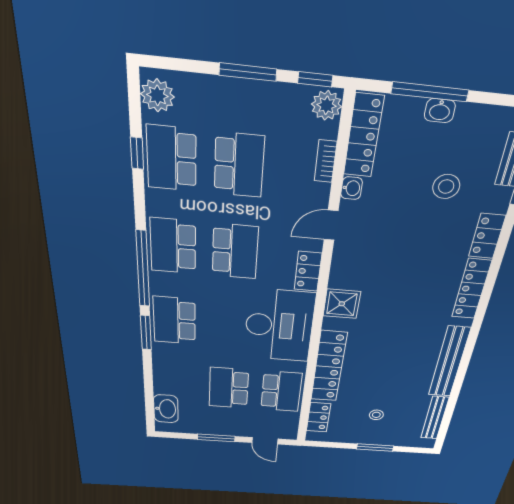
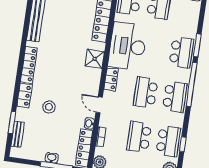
stool: (446, 187) -> (49, 107), moved
door: (331, 225) -> (99, 105), swing flipped

